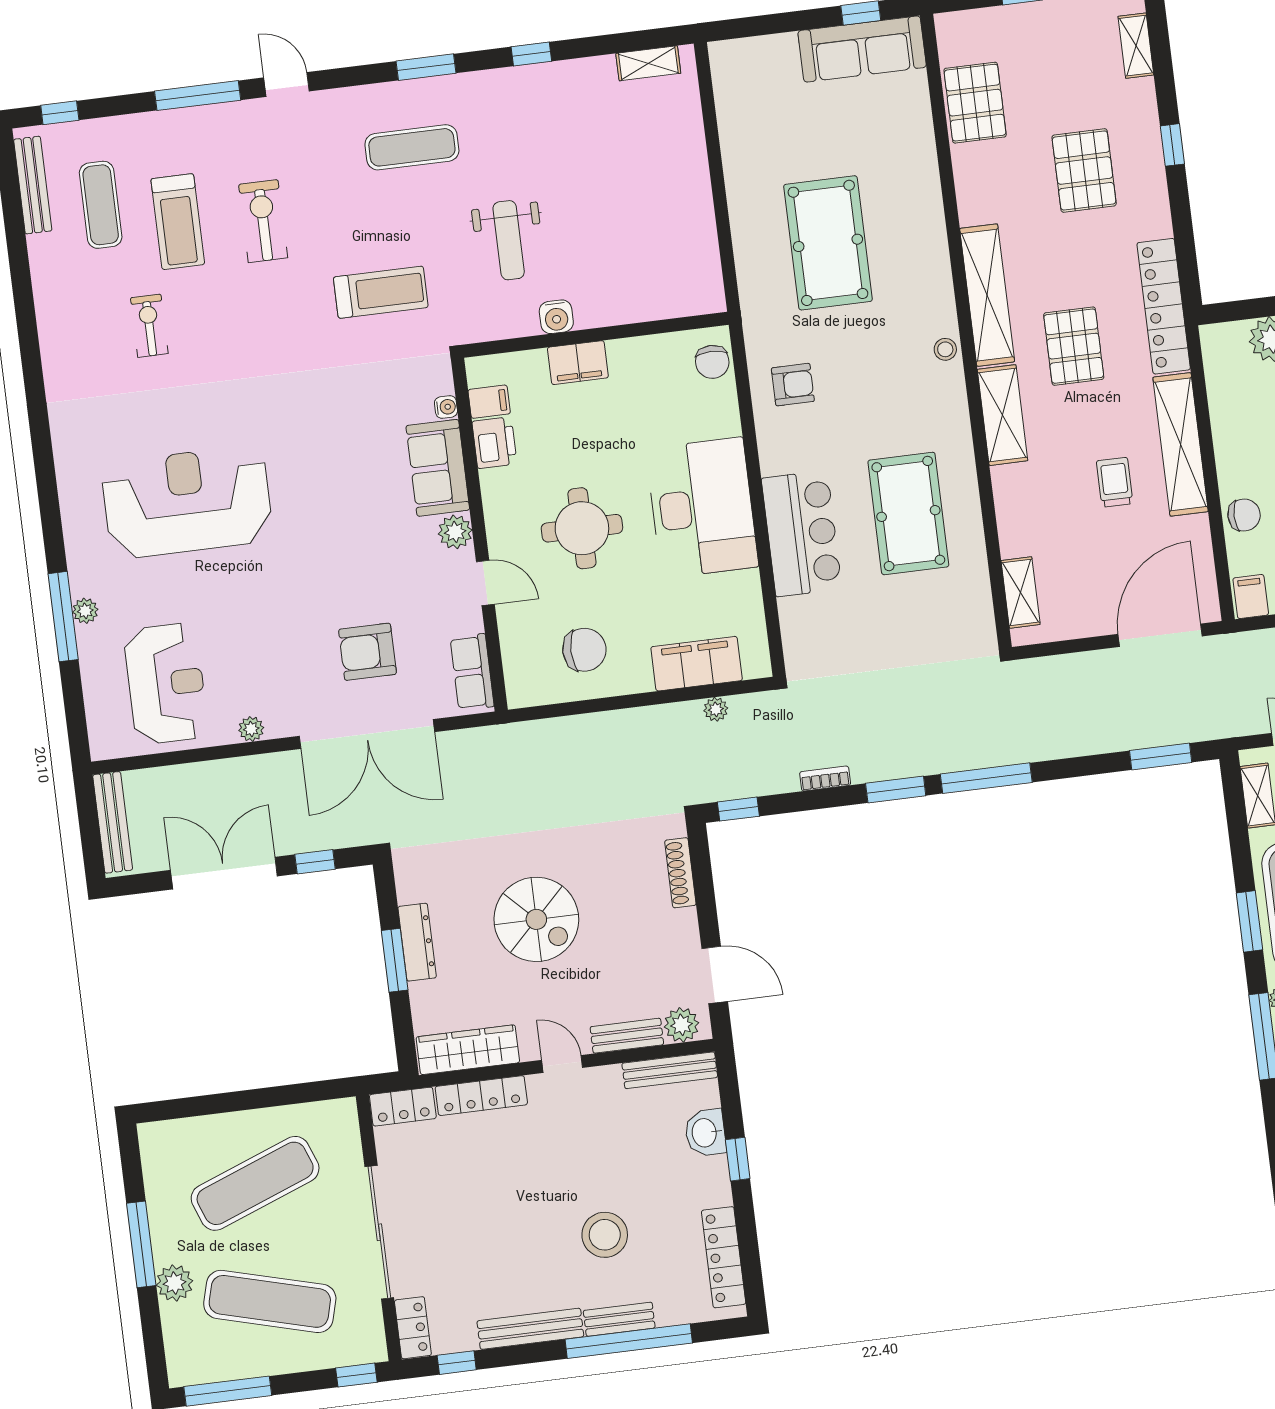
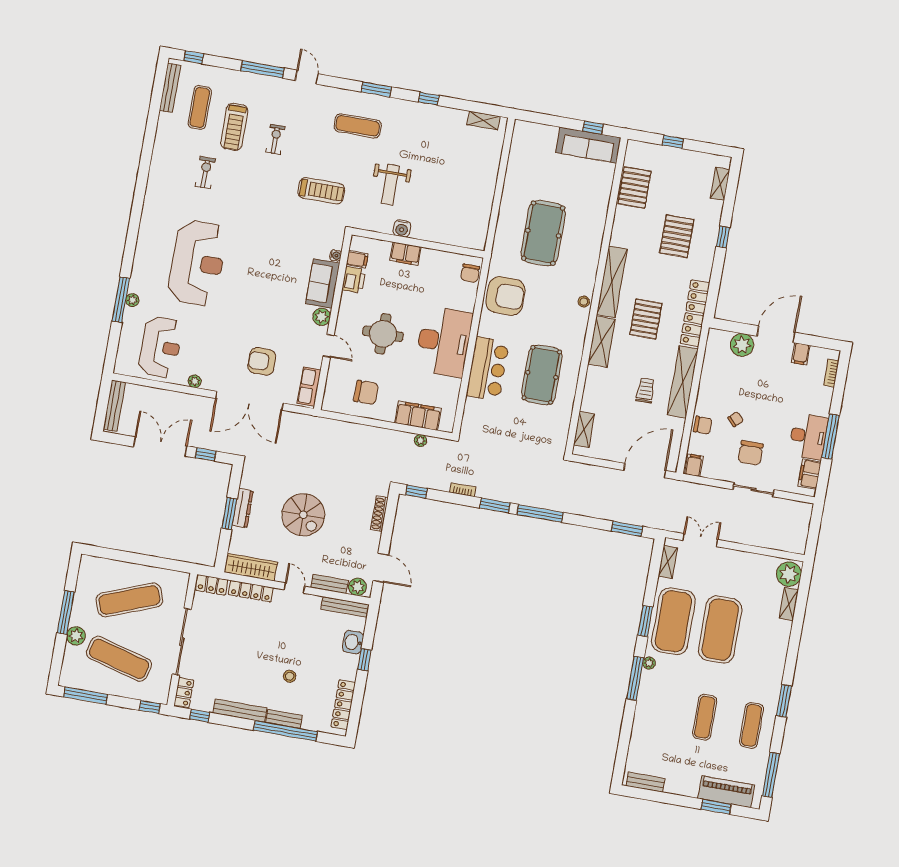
exercise bike: (263, 221) -> (275, 139), width x0.73, depth x0.72
armchair: (793, 385) -> (505, 296), width x1.88, depth x1.88
reception desk: (187, 502) -> (197, 263), turned 90
stool: (605, 1235) -> (290, 676), width x0.53, depth x0.53

